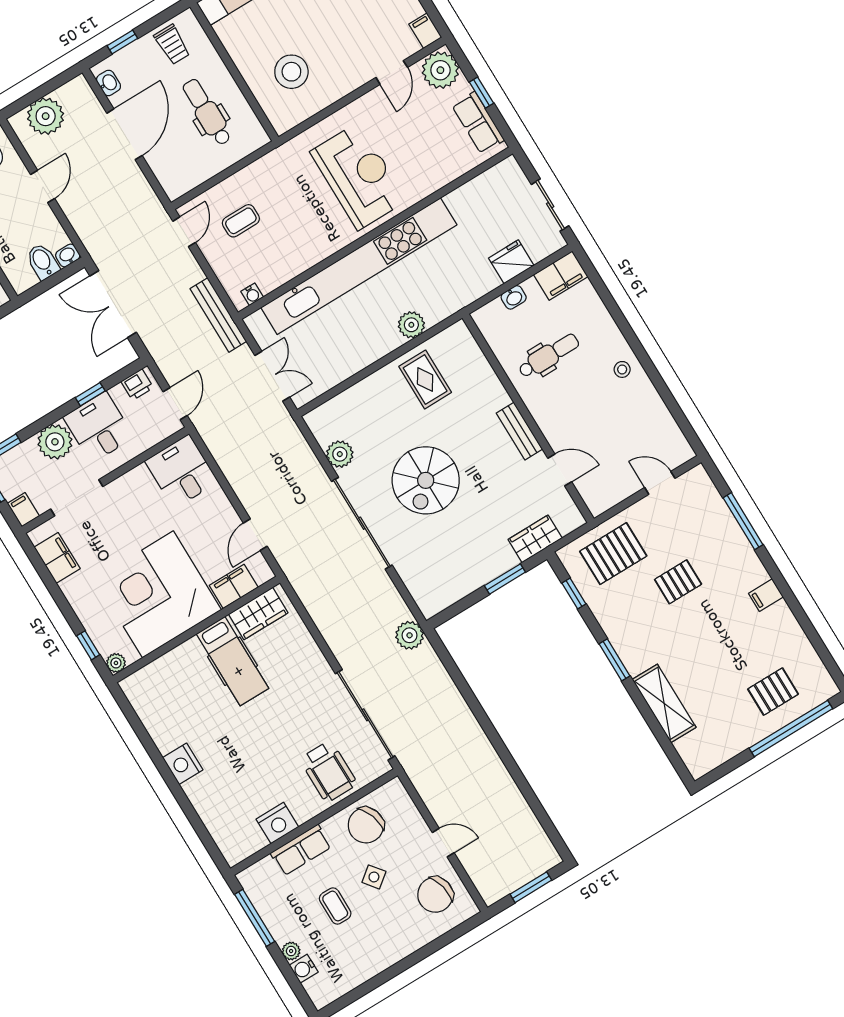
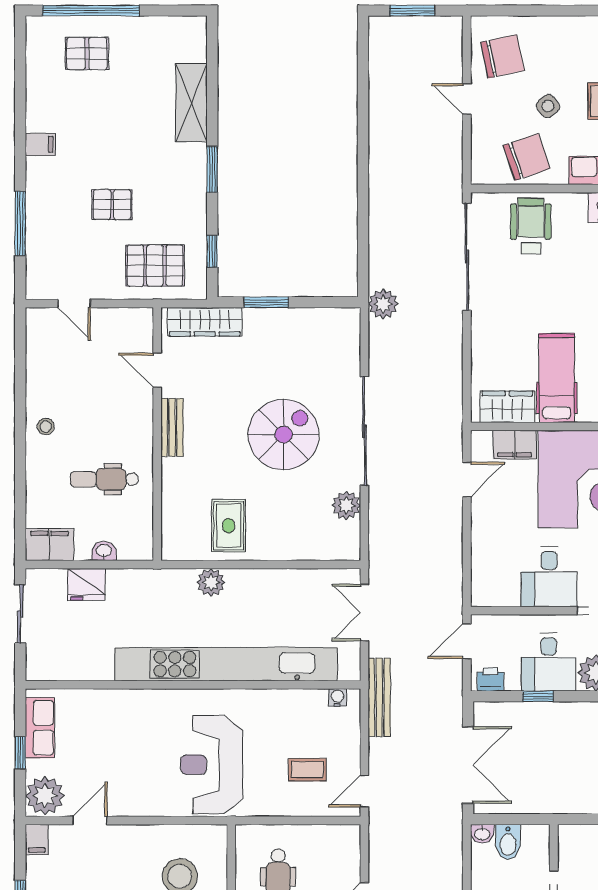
reception desk: (358, 176) -> (212, 765), moved
desk: (181, 471) -> (549, 577), moved
wardrobe: (535, 539) -> (205, 322), width x1.50

